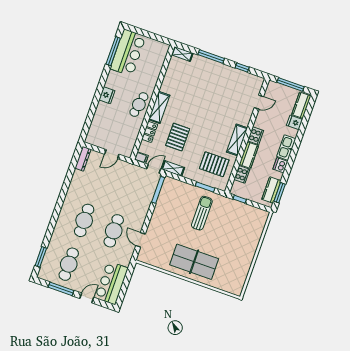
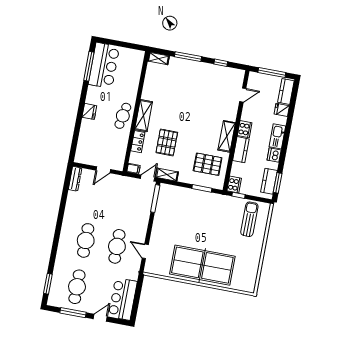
cooker: (242, 174) -> (234, 185), moved
sun lounger: (202, 213) -> (249, 219), moved
table tennis table: (194, 262) -> (202, 265), width x1.36, depth x1.32

